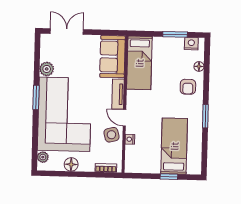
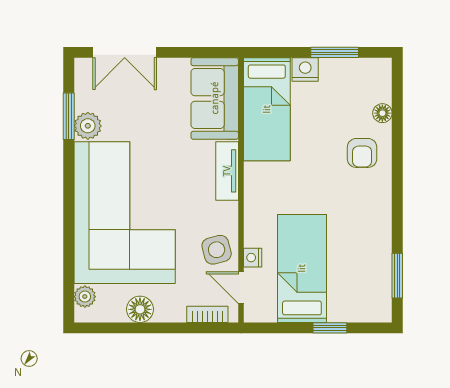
double door: (67, 32) -> (125, 52), swing flipped
nightstand: (191, 44) -> (305, 70), moved
window: (36, 97) -> (69, 116), moved
window: (205, 116) -> (397, 276), moved
door: (125, 118) -> (241, 288), moved
bed: (174, 146) -> (302, 268), moved

